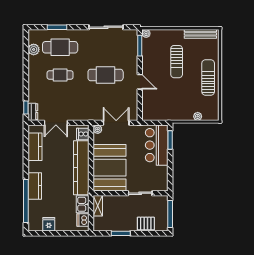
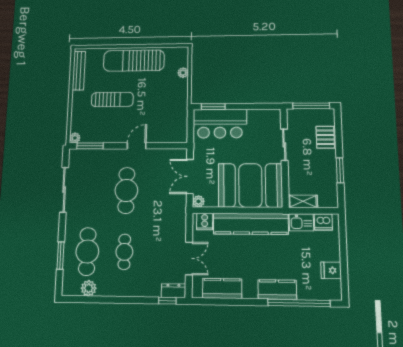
sun lounger: (208, 77) -> (134, 61), width x1.36, depth x1.34

